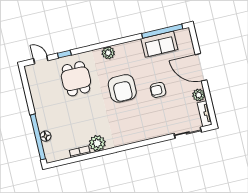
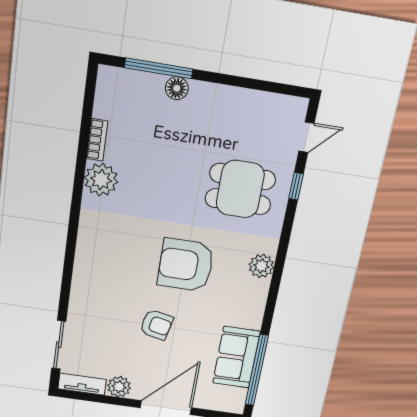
armchair: (158, 90) -> (156, 325), turned 102
floor lamp: (46, 136) -> (177, 88), moved
window: (38, 137) -> (159, 68), width x0.68

